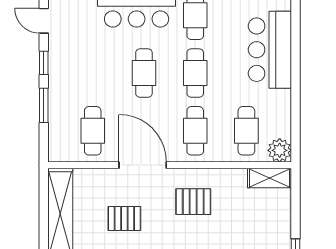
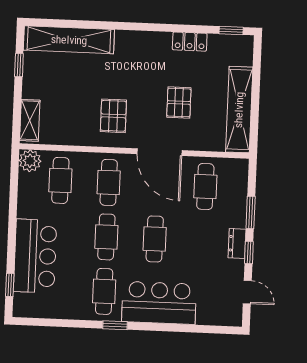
window: (295, 18) -> (10, 285), added
dresser: (57, 72) -> (237, 243), added
shelving: (269, 178) -> (30, 120), moved, turned 90
pallet: (193, 202) -> (113, 116), turned 90
pallet: (124, 219) -> (179, 103), turned 90

